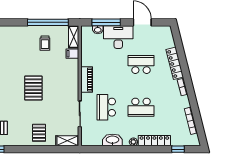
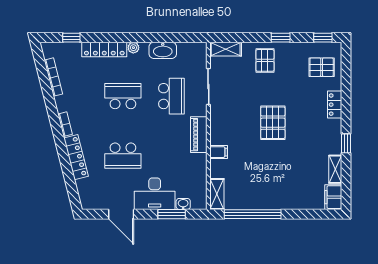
window: (106, 22) -> (172, 214), width x0.69
trolley: (45, 43) -> (257, 185), removed
filing cabinet: (72, 54) -> (219, 152), moved
window: (28, 149) -> (281, 38), added

